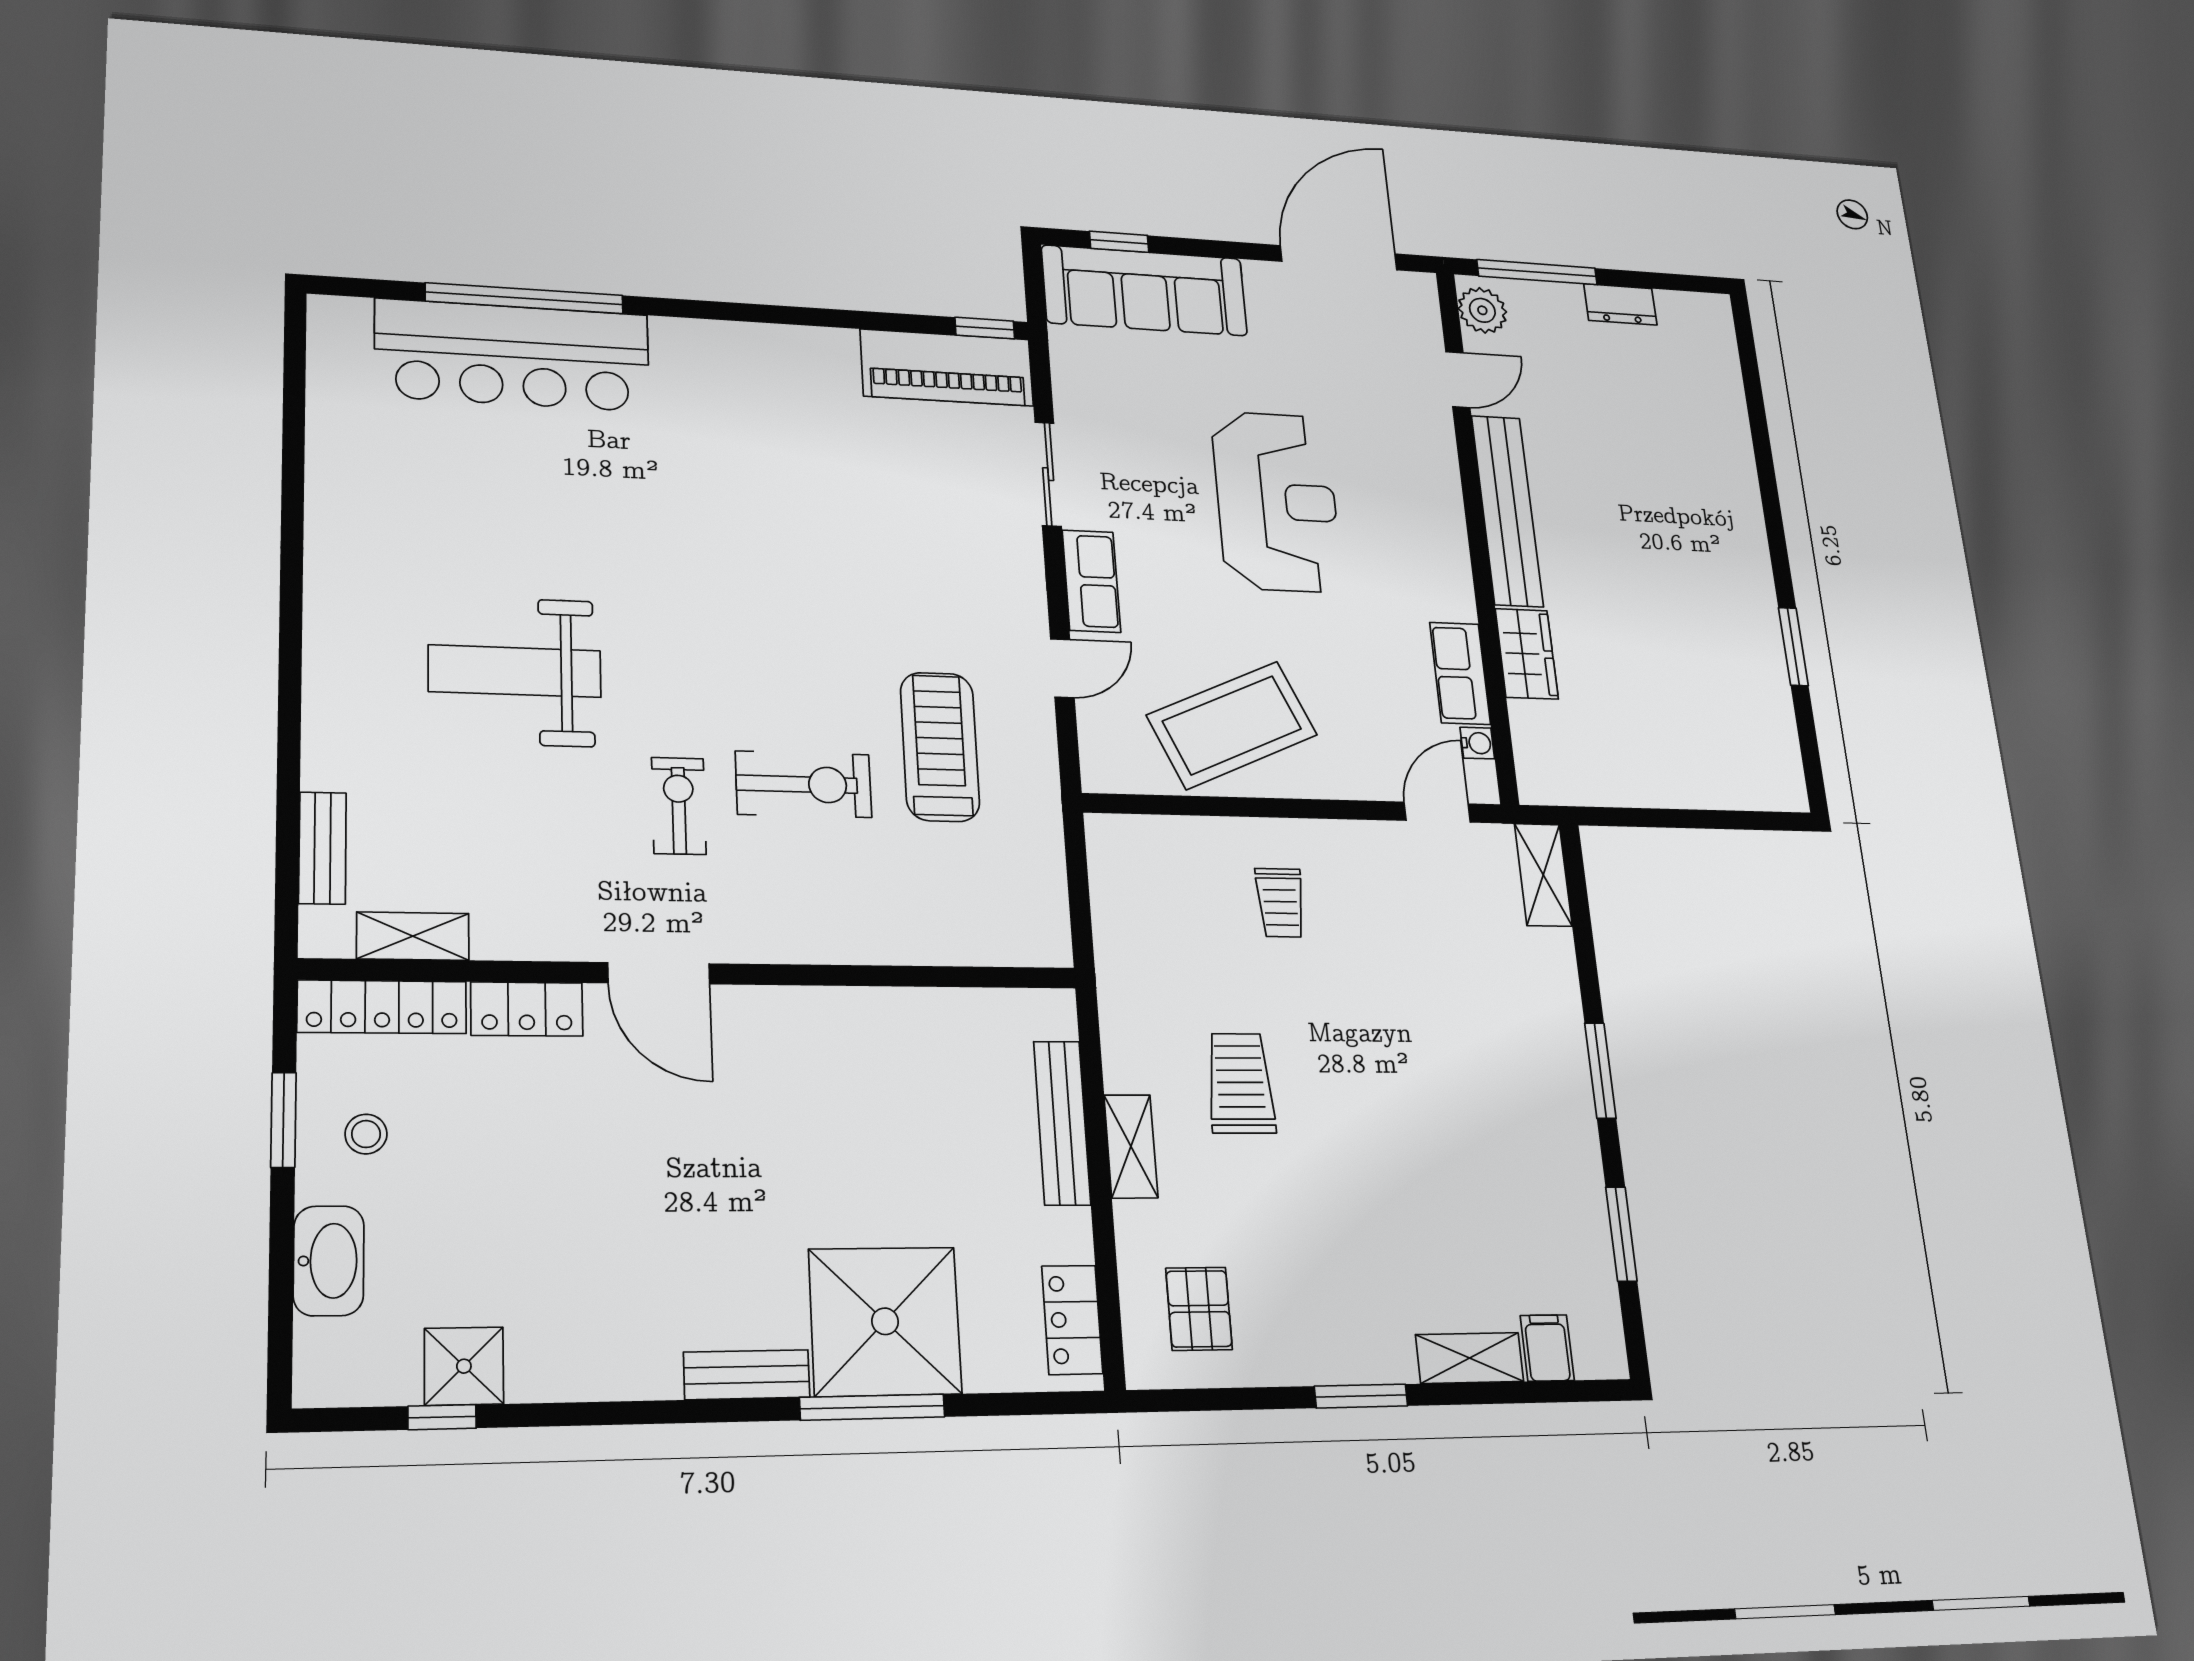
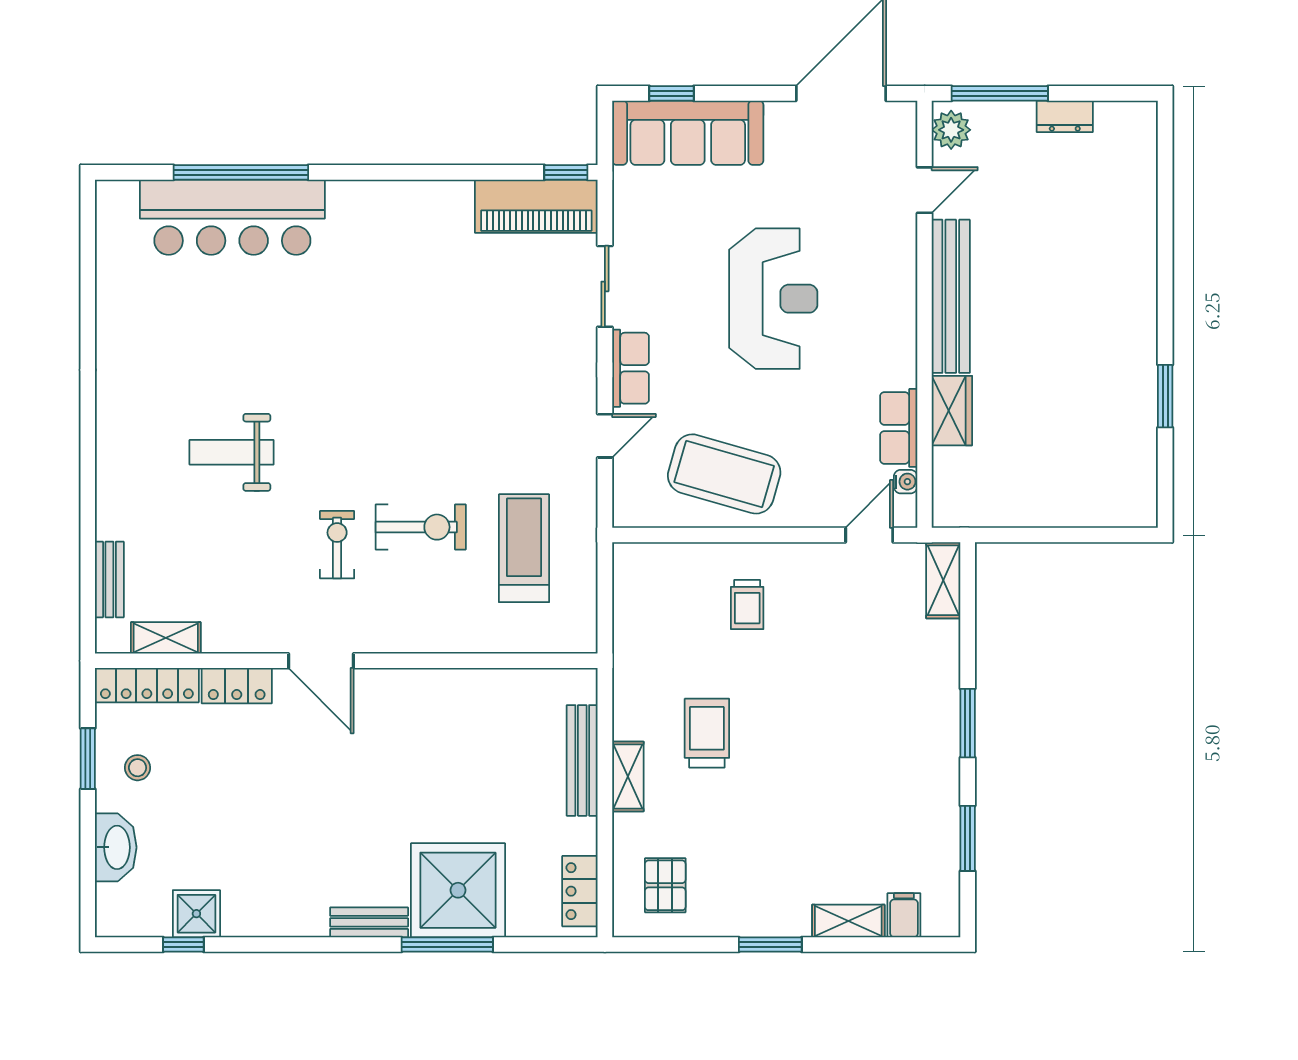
weight bench: (515, 671) -> (232, 452), width x0.73, depth x0.75
coffee table: (1232, 725) -> (724, 474), turned 40
treadmill: (940, 747) -> (524, 548), moved

